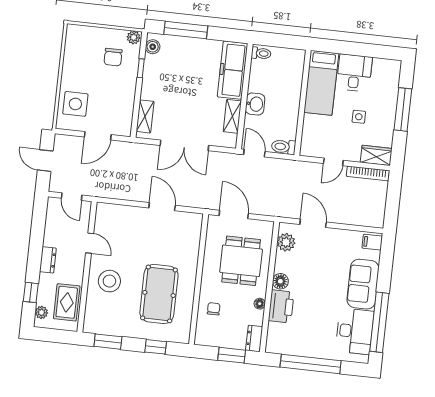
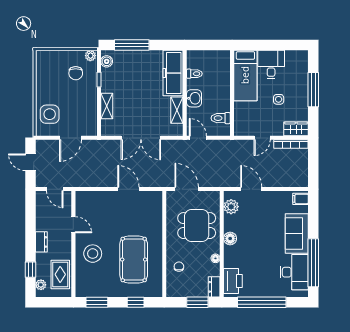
toilet: (261, 53) -> (194, 74), moved
shelving: (145, 116) -> (107, 106), moved
toilet: (283, 147) -> (221, 118), moved
dining table: (241, 261) -> (197, 226), turned 90
printer: (281, 306) -> (233, 281), moved

